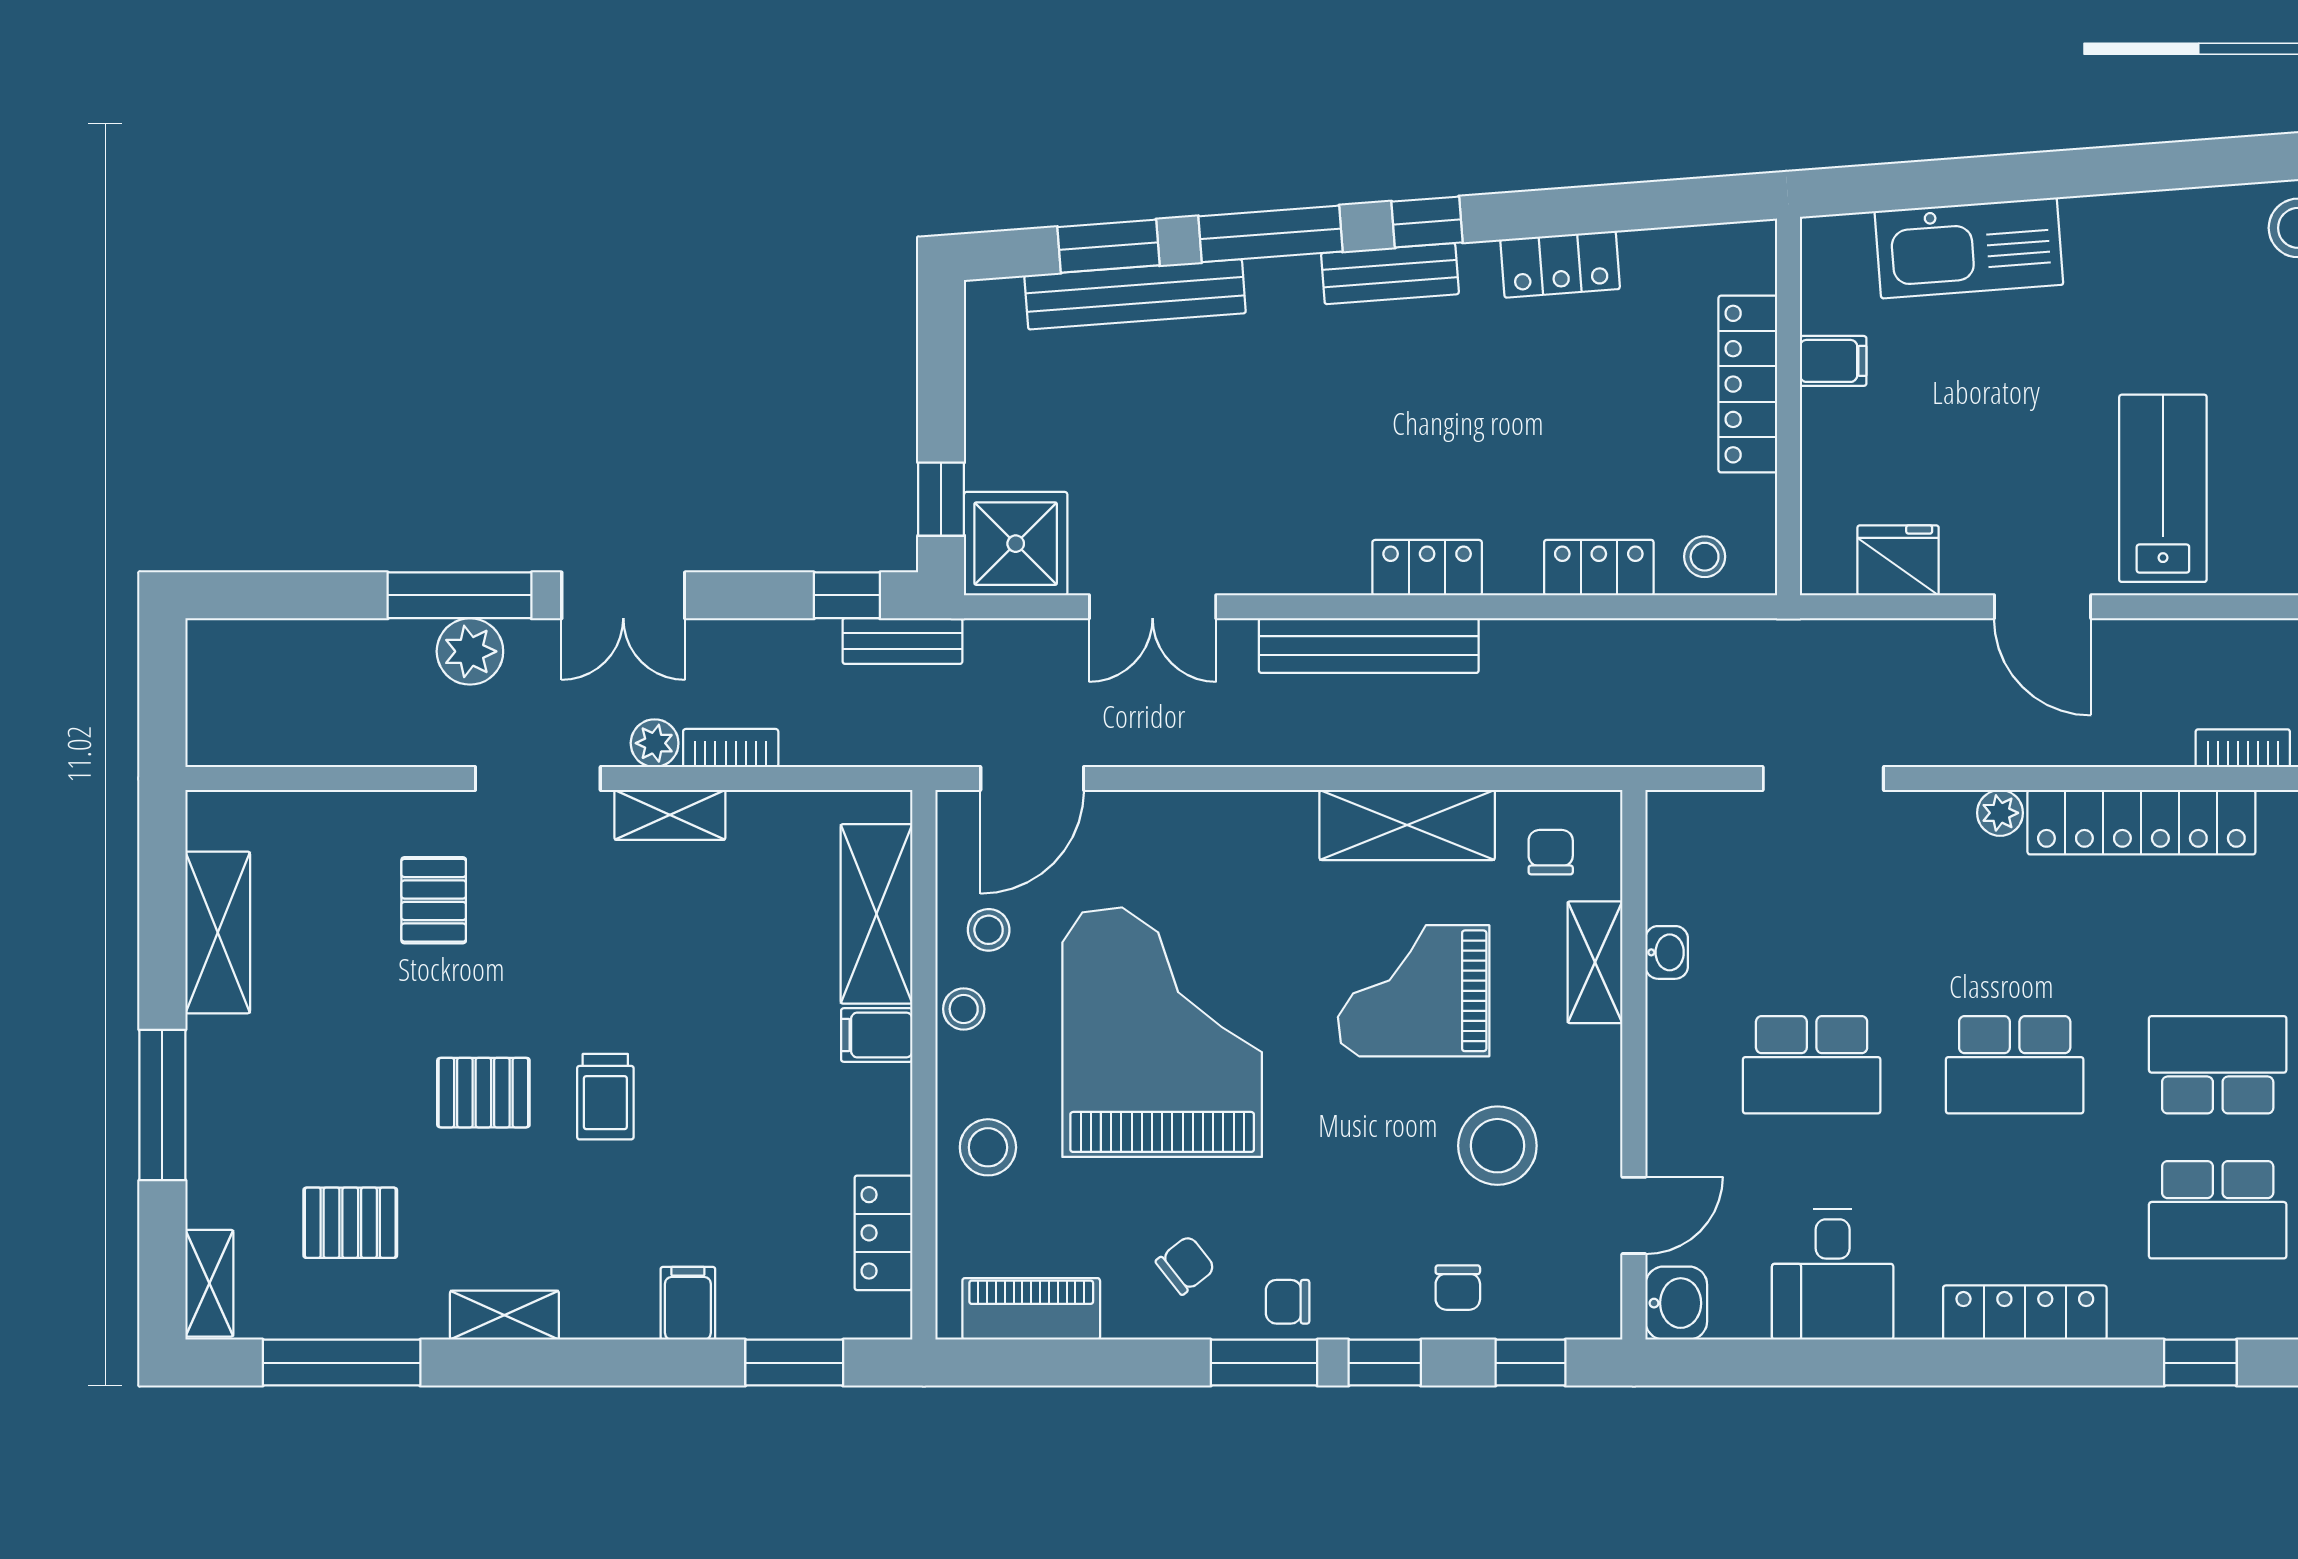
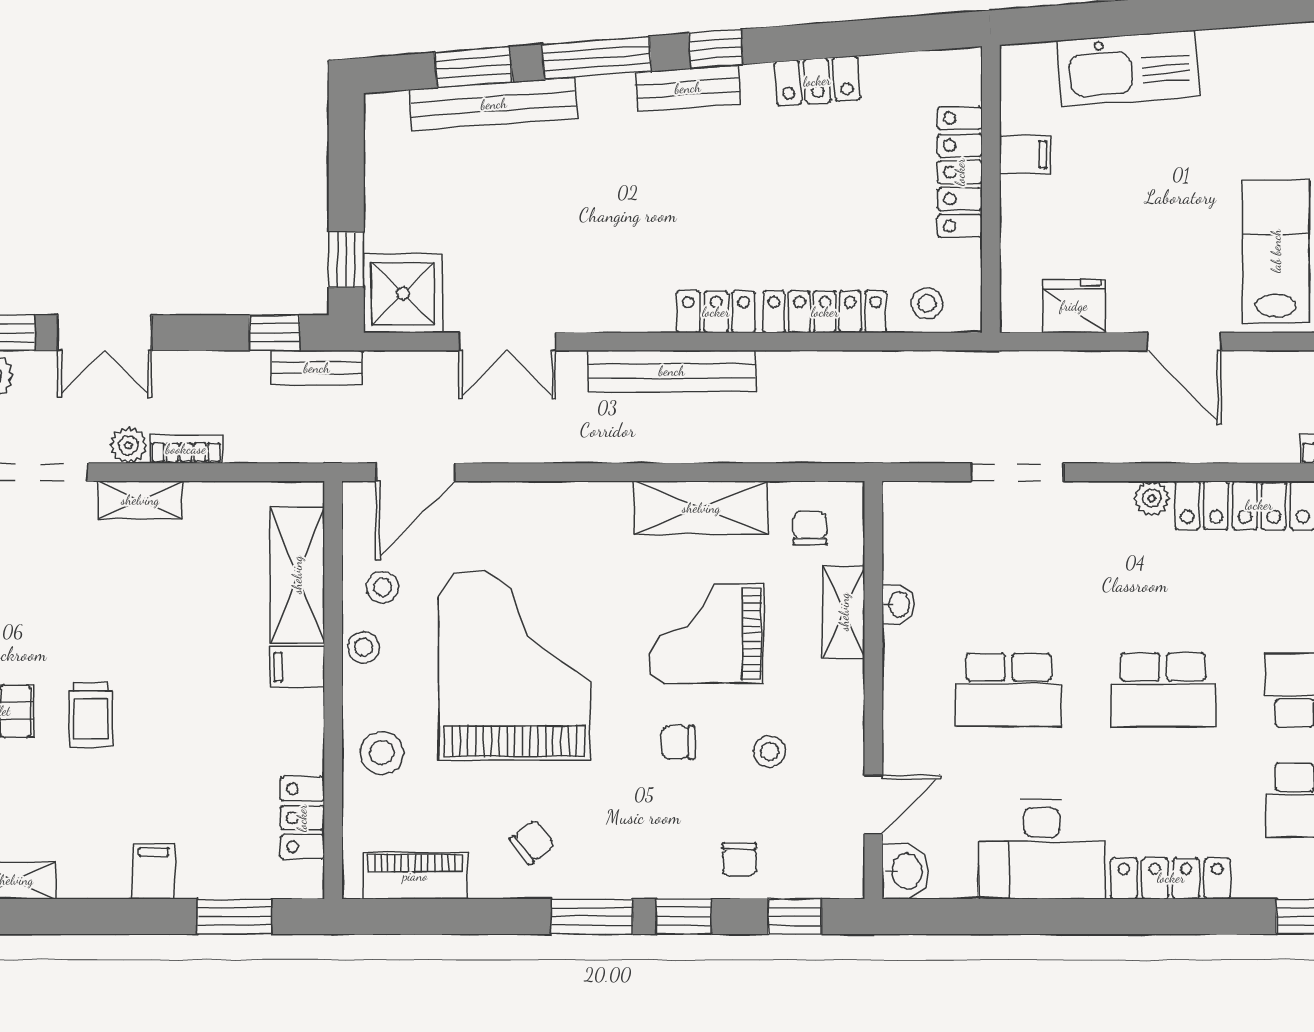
locker: (1599, 568) -> (825, 312), width x1.53
stool: (1497, 1146) -> (770, 751), width x0.53, depth x0.53
desk: (1833, 1274) -> (1042, 849), width x1.37
chair: (1288, 1302) -> (678, 742), moved

